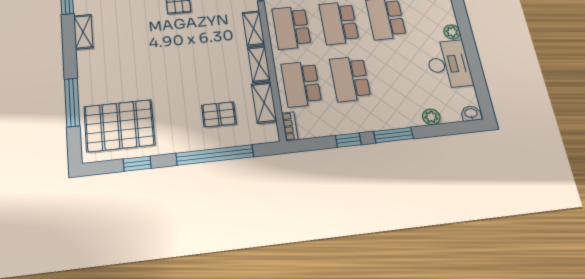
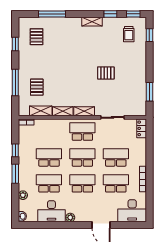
school desk: (301, 84) -> (49, 183), moved
pallet: (119, 126) -> (37, 37), width x0.49, depth x0.50
window: (215, 155) -> (15, 82), width x0.68

